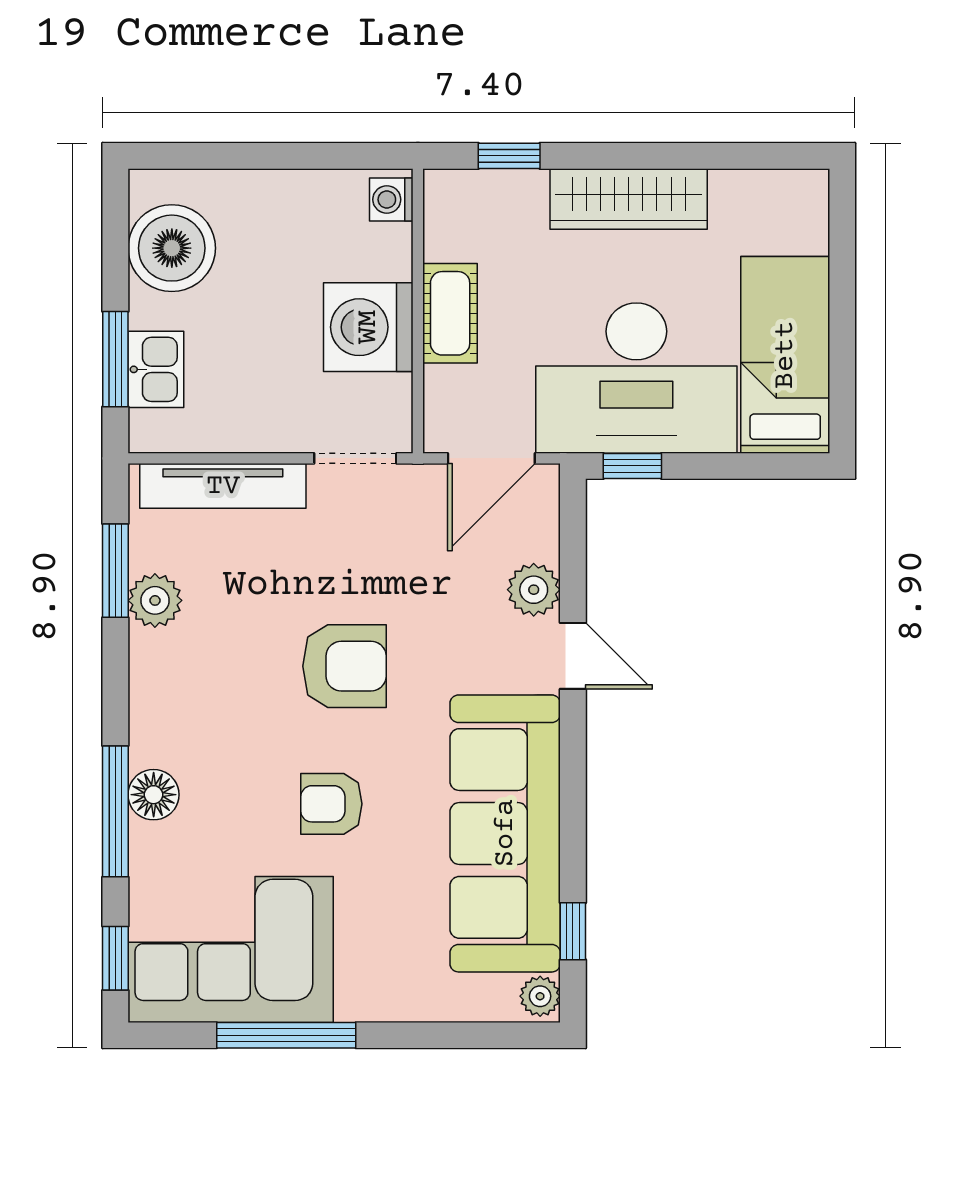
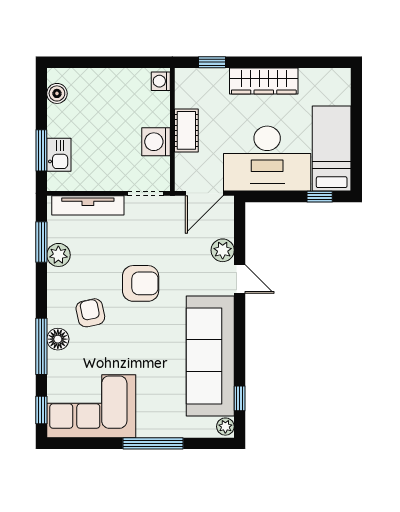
boiler: (172, 248) -> (57, 93), width x0.54, depth x0.54
washing machine: (368, 327) -> (156, 142), width x0.73, depth x0.73
window: (632, 466) -> (320, 197), moved
armchair: (331, 804) -> (90, 313), moved, turned 78
window: (286, 1035) -> (153, 443), moved

